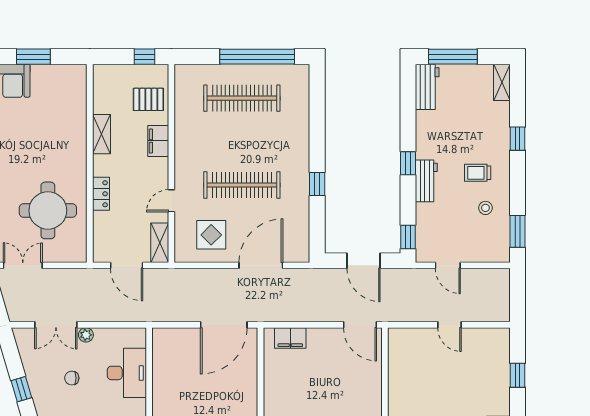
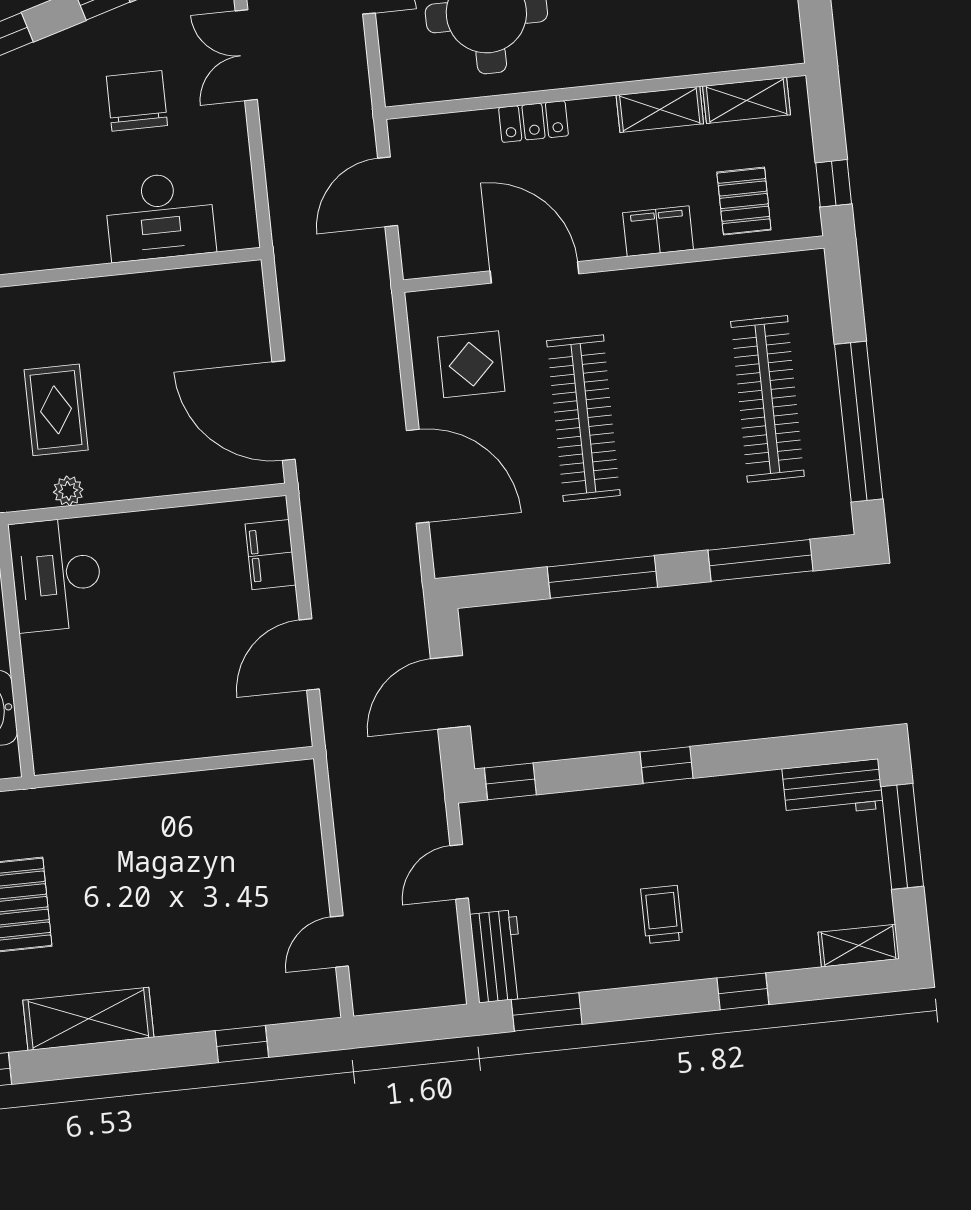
window: (317, 109) -> (761, 560), added
workbench: (426, 181) -> (497, 956), moved, turned -90
window: (317, 184) -> (602, 577), width x2.17
door: (171, 201) -> (534, 272), width x1.88
stool: (485, 208) -> (589, 939), removed
shelving: (160, 243) -> (747, 100), moved
door: (360, 325) -> (309, 654), moved
door: (449, 325) -> (339, 942), moved
plant: (86, 335) -> (232, 121), removed
chair: (72, 378) -> (137, 101), width x1.87, depth x1.87

